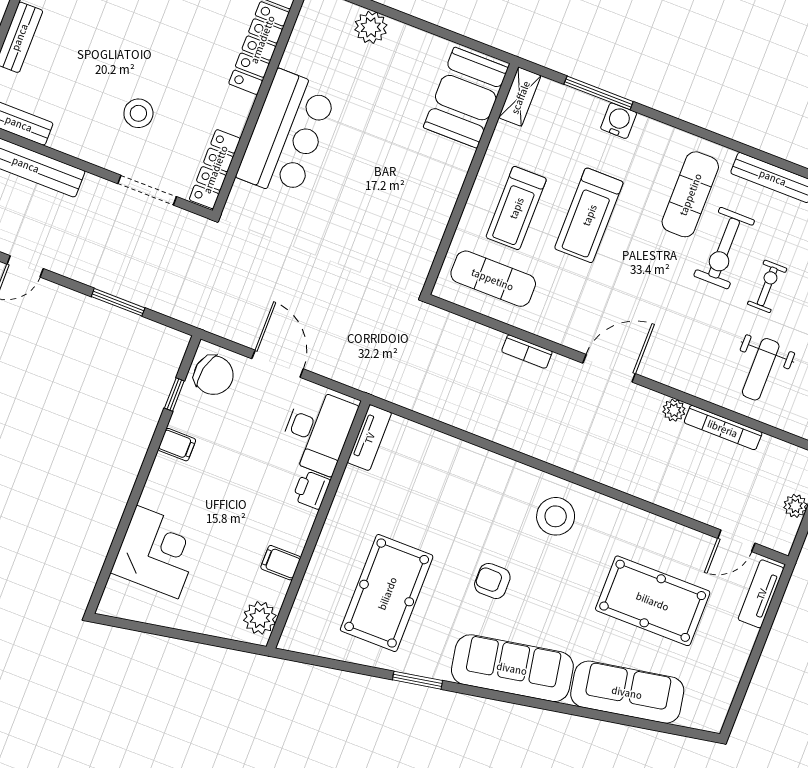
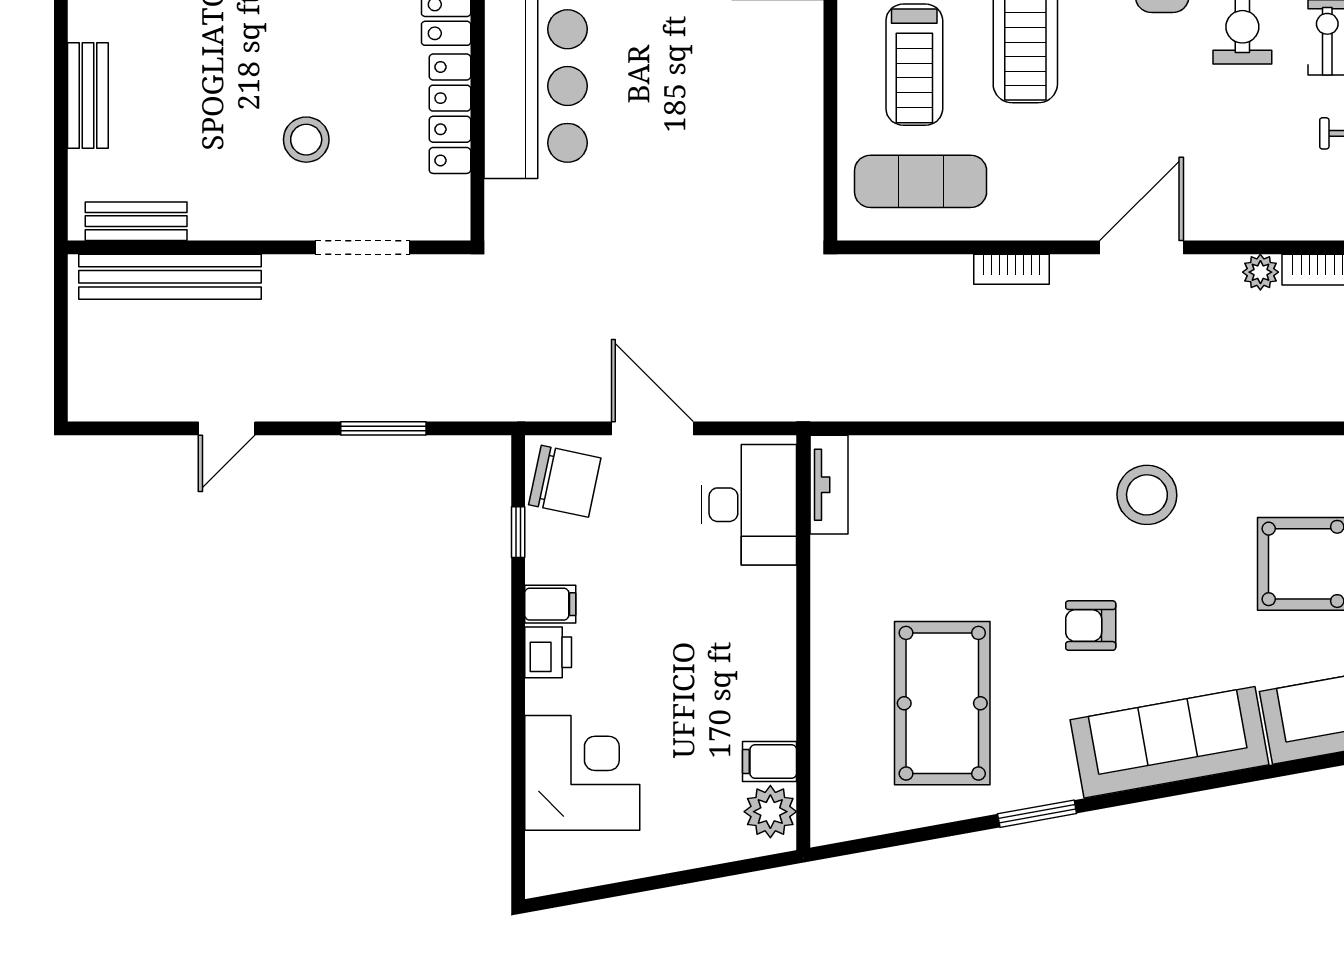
locker: (215, 169) -> (450, 114), moved
printer: (311, 490) -> (548, 652), moved, turned 180
filing cabinet: (281, 563) -> (770, 762), moved

